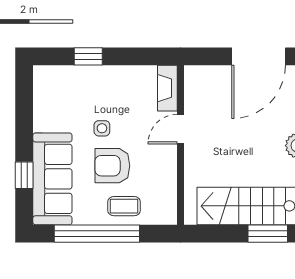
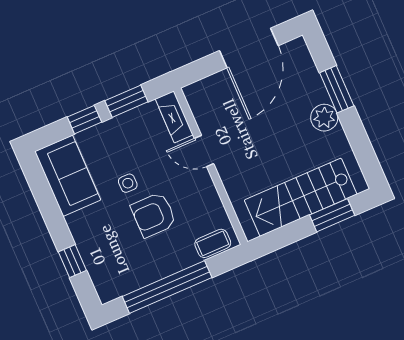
window: (132, 56) -> (126, 101), added
door: (181, 129) -> (204, 151), hinge flipped
sofa: (52, 179) -> (68, 176), moved, width x0.73
coffee table: (124, 206) -> (213, 243), moved

